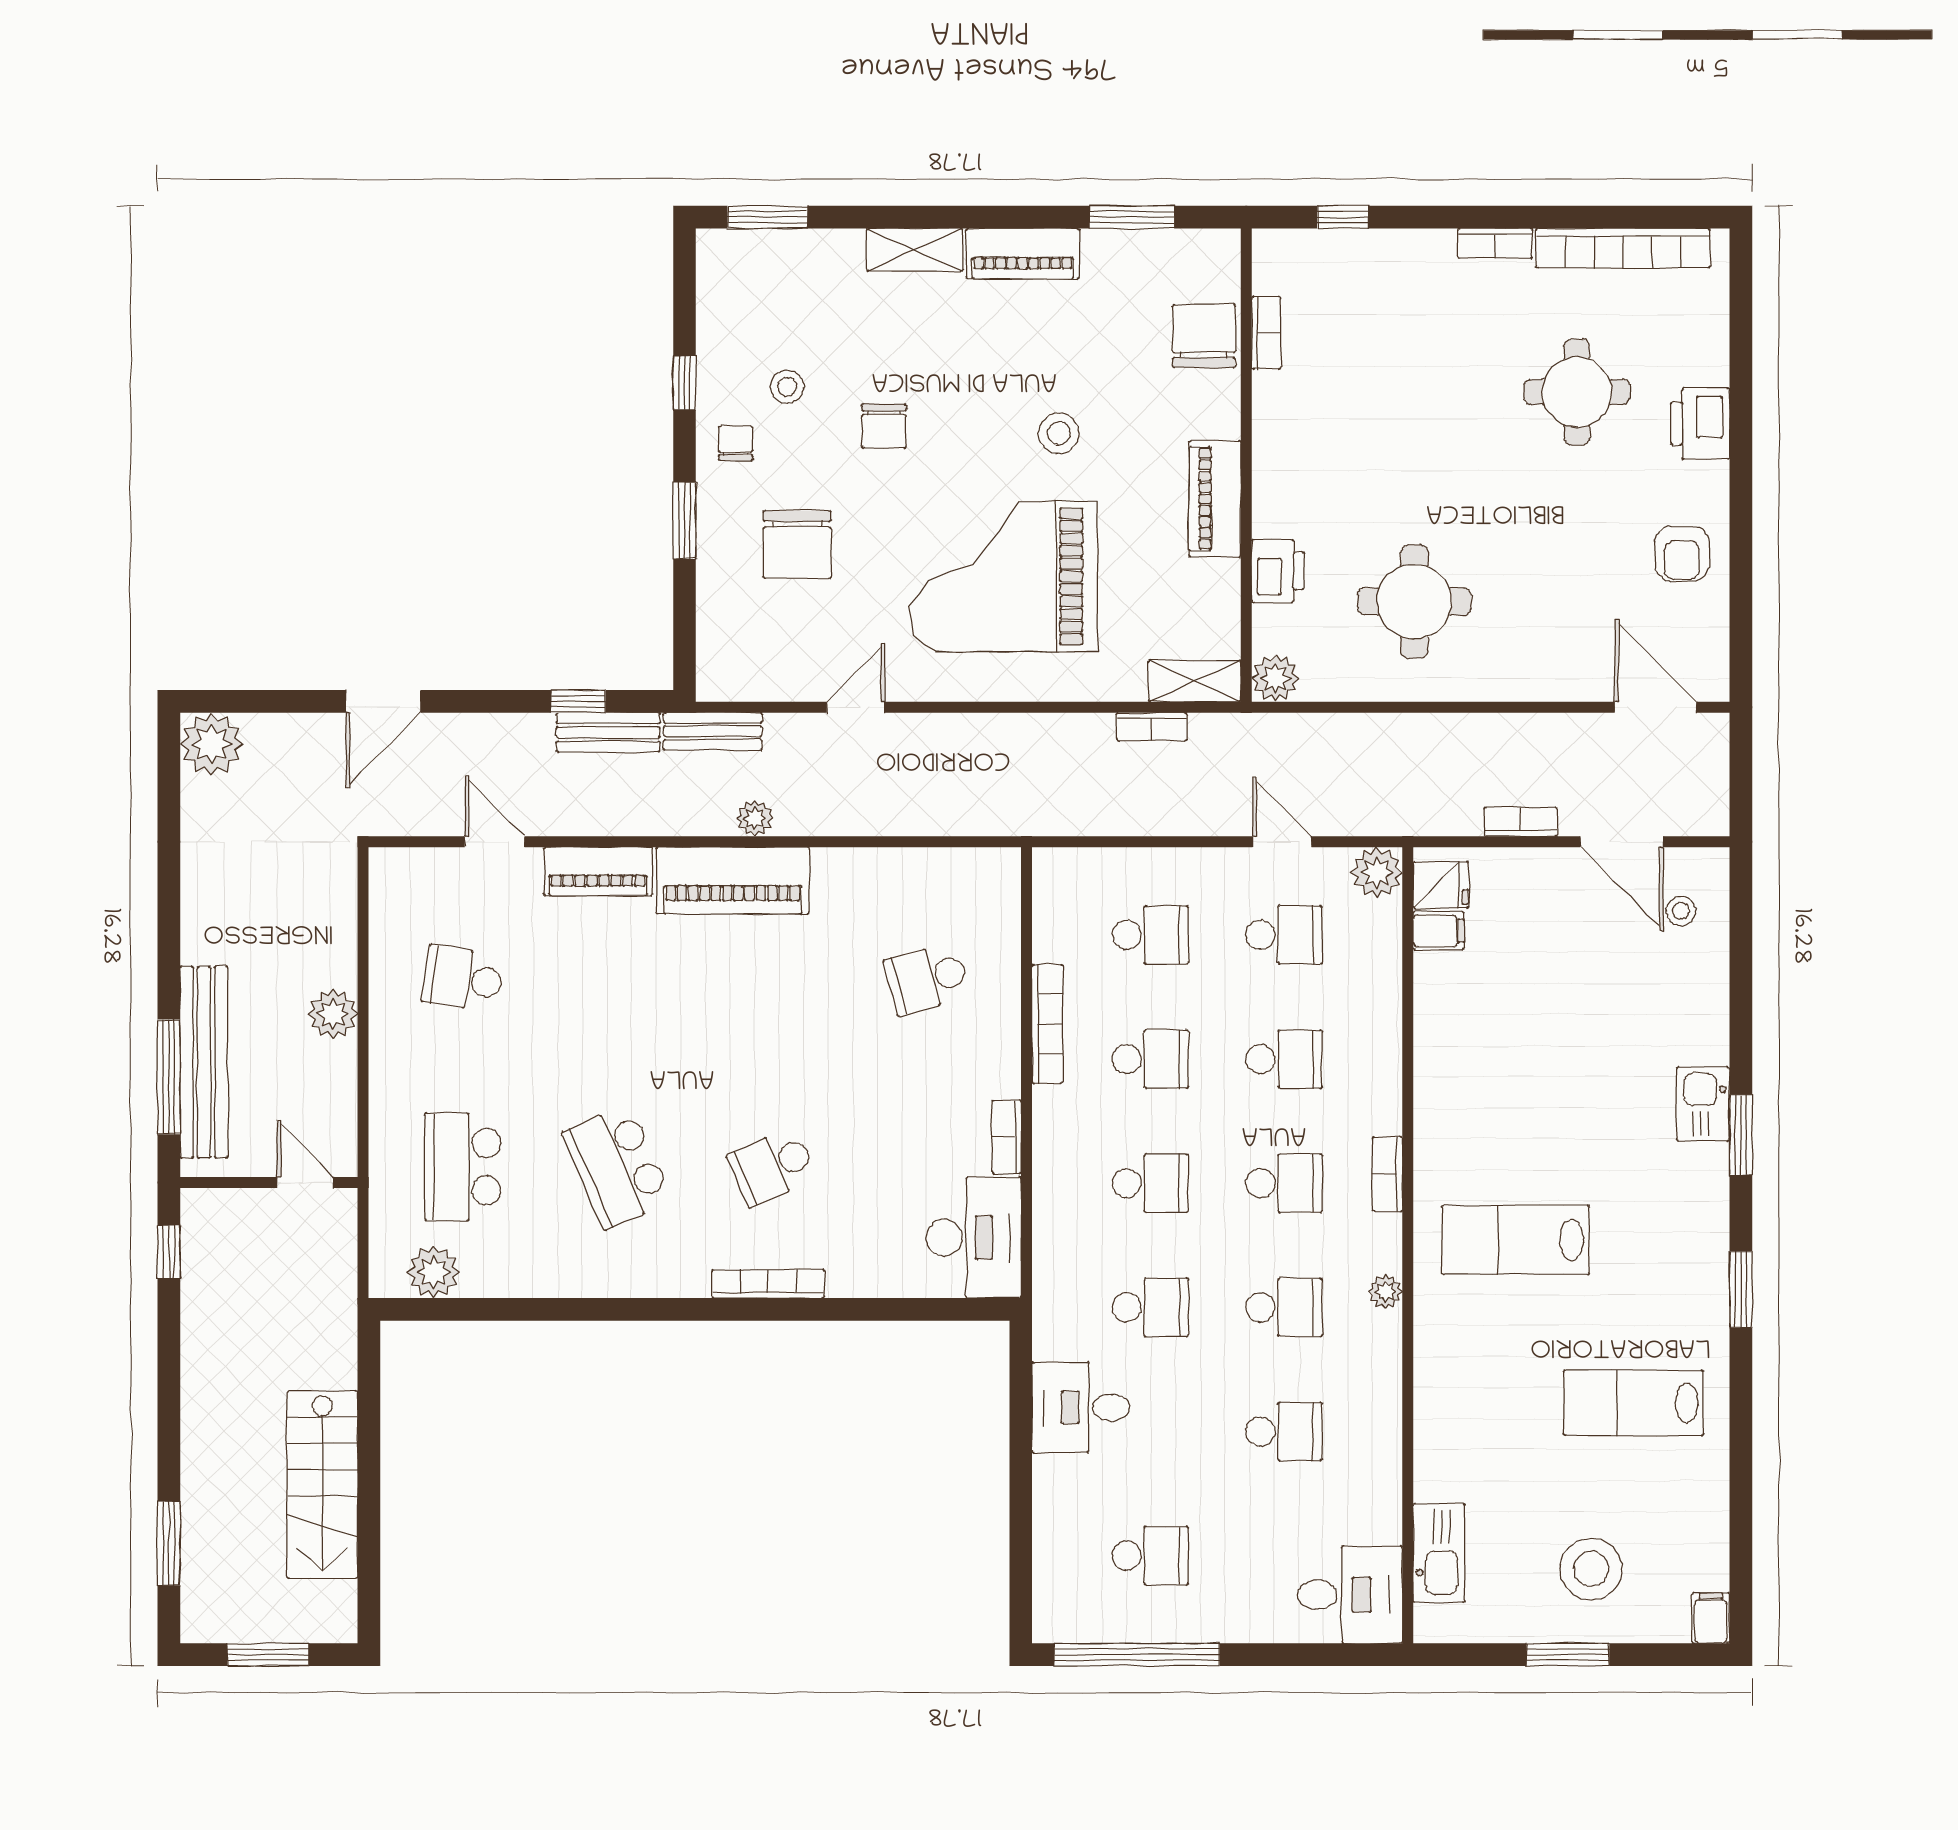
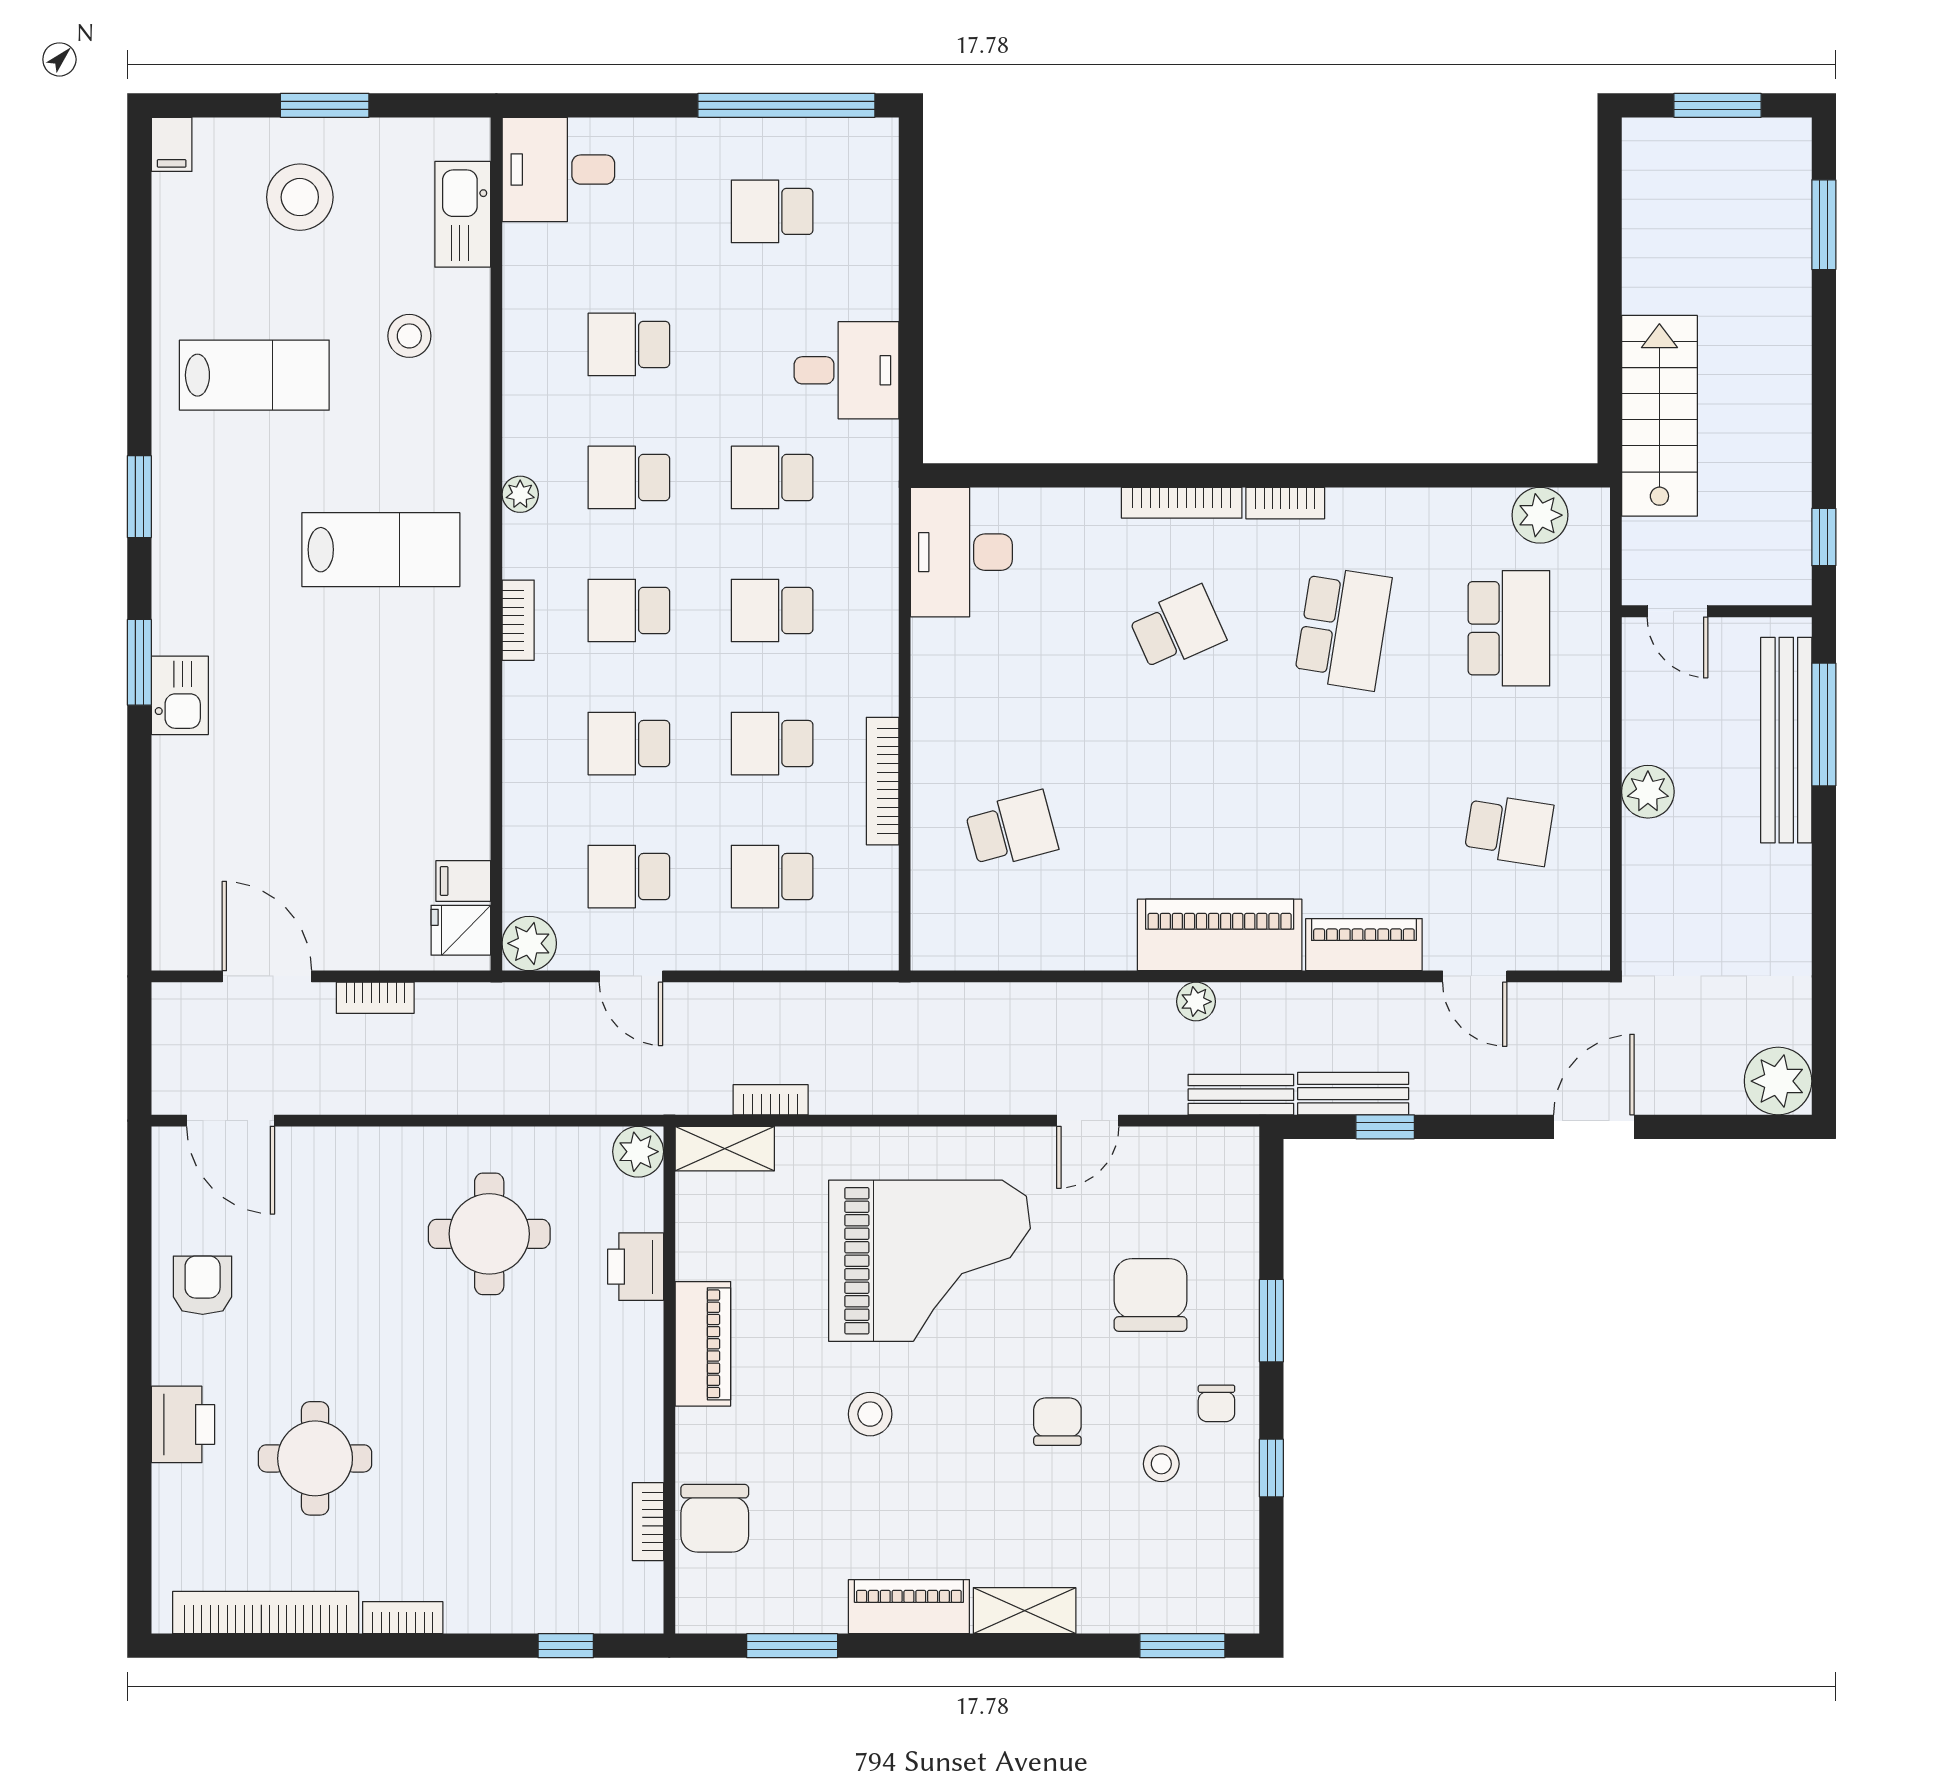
stool: (1681, 911) -> (409, 336), moved, width x1.37, depth x1.37
bookcase: (1007, 1137) -> (1285, 503), moved, turned 90
school desk: (617, 1167) -> (1343, 628), turned 33
stairs: (322, 1485) -> (1659, 416), moved

